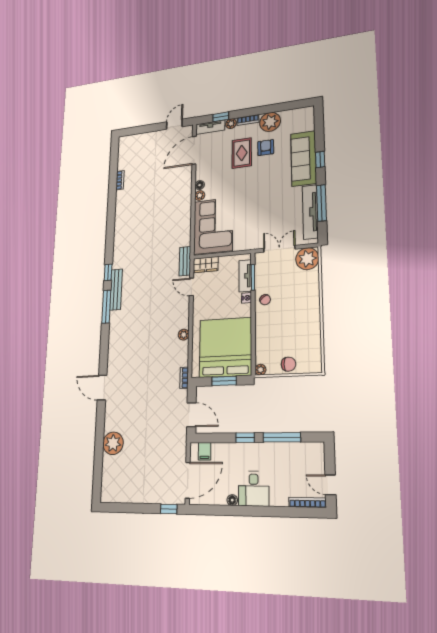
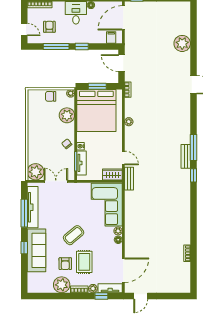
coffee table: (255, 183) -> (74, 235), added
double door: (279, 249) -> (56, 181), swing flipped
bench: (116, 290) -> (186, 156), width x0.73
plant: (265, 339) -> (67, 115), added
armchair: (292, 467) -> (49, 27), added
door: (330, 485) -> (24, 29), moved

